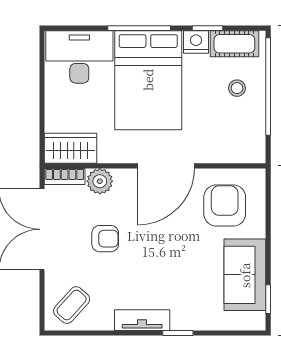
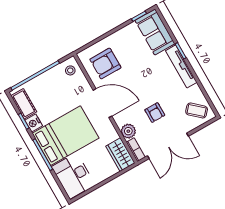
stool: (237, 88) -> (70, 70), moved
armchair: (105, 239) -> (155, 113), turned 180
sofa: (245, 275) -> (155, 32), moved, turned 90
tv unit: (142, 320) -> (181, 66), width x1.41

